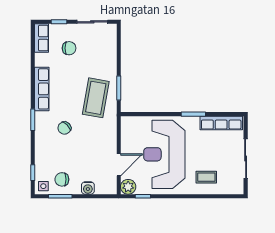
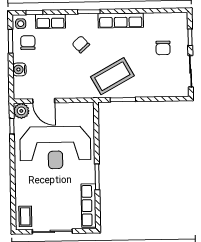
row of seats: (42, 38) -> (50, 21), moved
coffee table: (96, 98) -> (112, 76), turned -39
reception desk: (164, 154) -> (55, 148), turned 180
coffee table: (206, 177) -> (25, 216), moved

